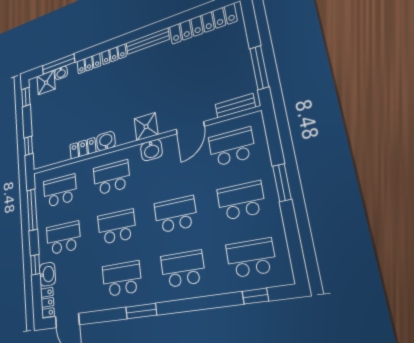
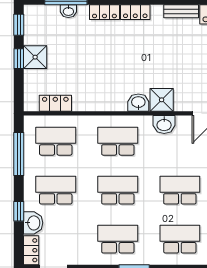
bench: (147, 41) -> (181, 11), width x0.73
shower: (46, 83) -> (35, 57), moved
washbasin: (106, 141) -> (138, 103), moved
window: (28, 146) -> (19, 59), moved
locker: (83, 148) -> (55, 103), moved

